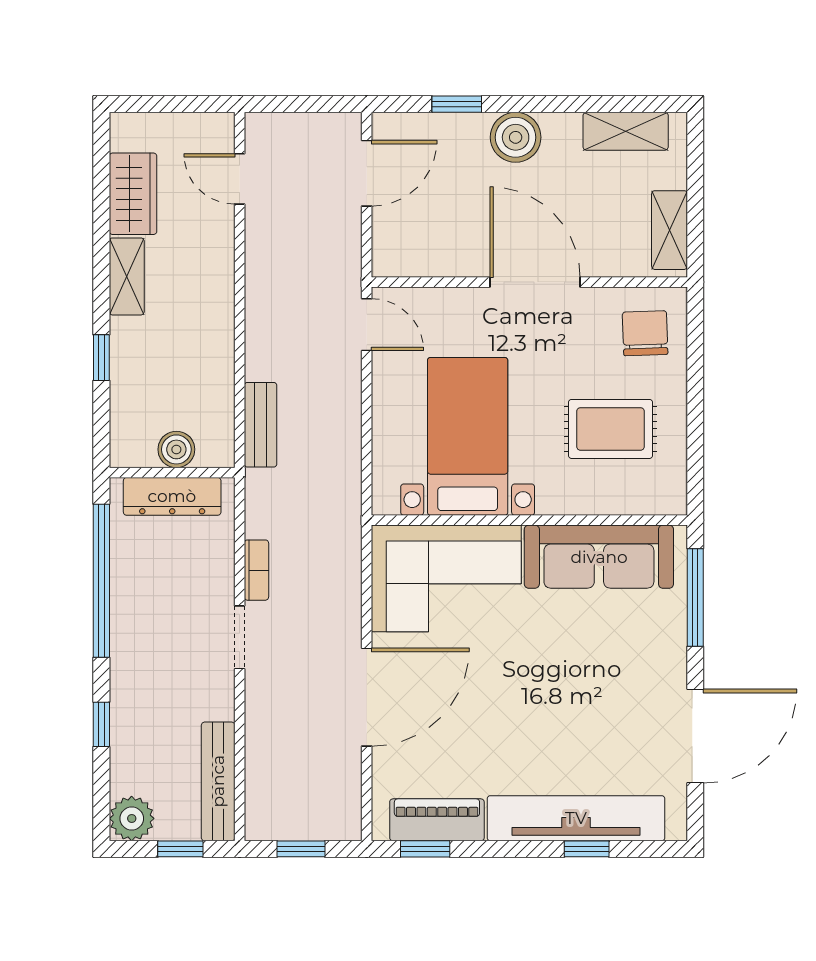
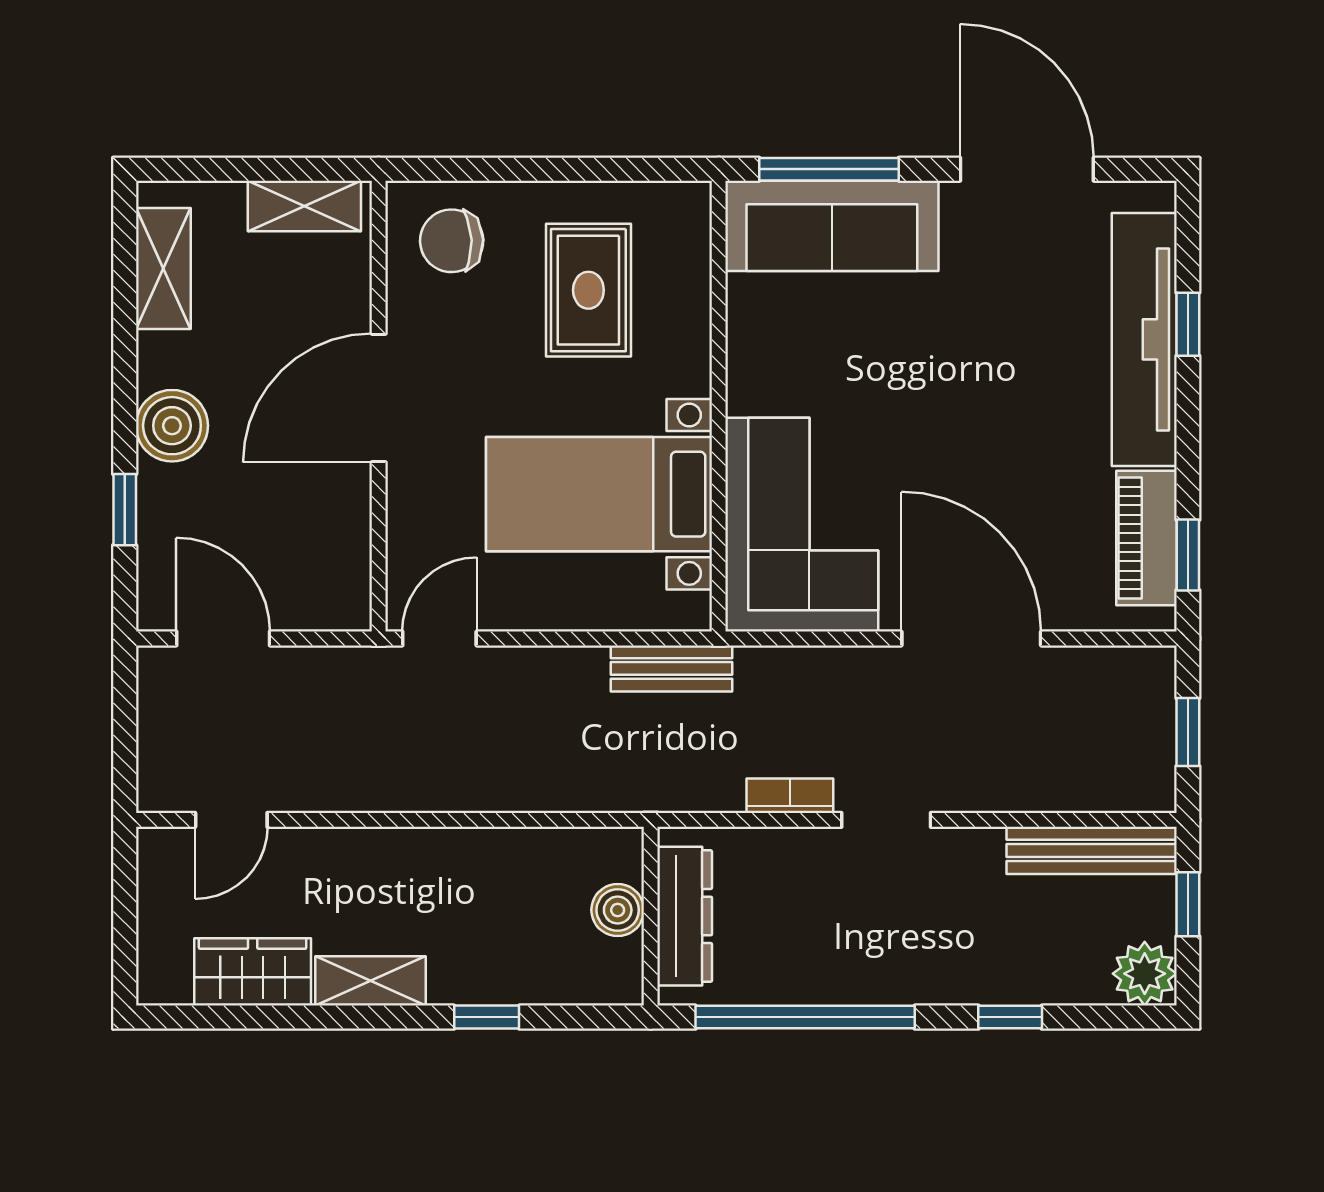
bench: (261, 425) -> (671, 668), moved
sofa: (599, 557) -> (832, 226), moved, turned 90

